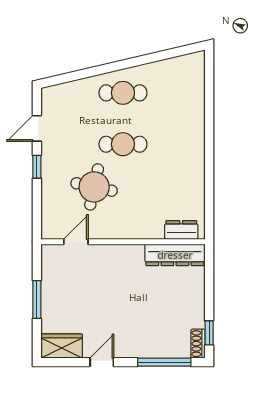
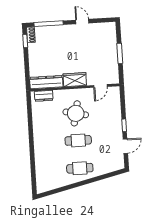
round table: (94, 187) -> (76, 113), moved
wardrobe: (62, 346) -> (75, 80), moved, turned 180
door: (102, 362) -> (82, 22), swing flipped

